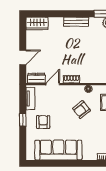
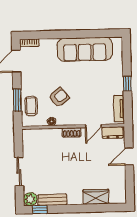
bench: (76, 22) -> (52, 200), moved
wardrobe: (37, 23) -> (96, 197), moved
armchair: (43, 122) -> (103, 82), removed

